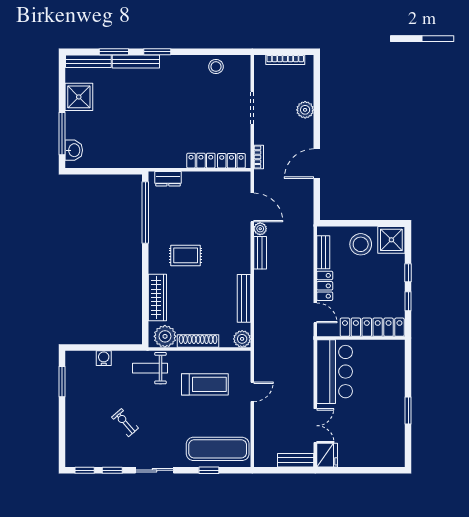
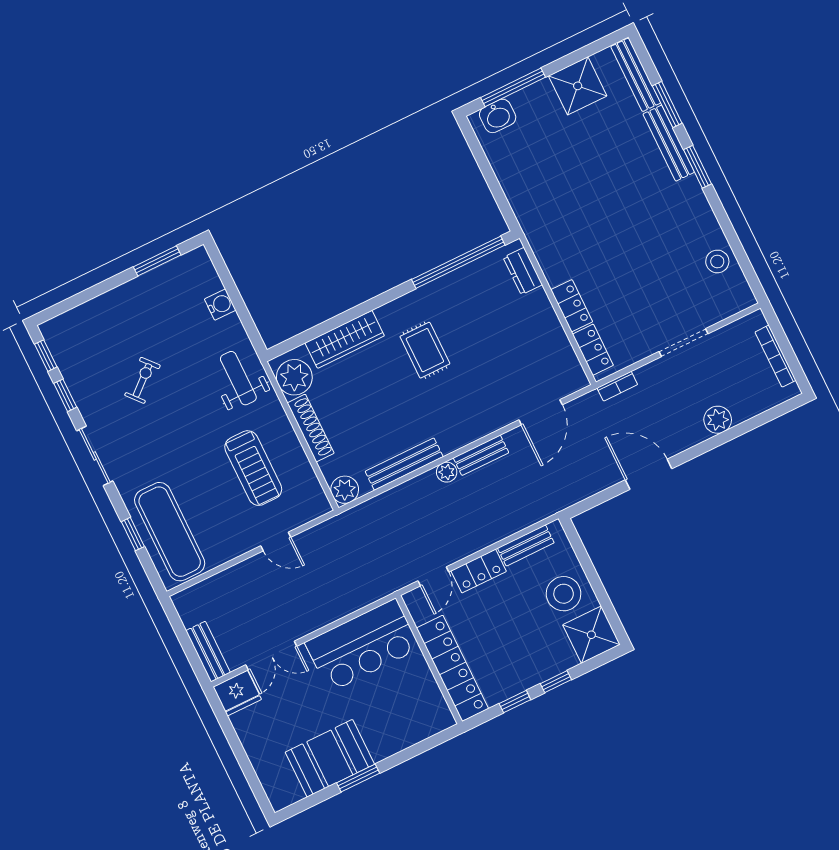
plant: (260, 229) -> (447, 472), moved
booth: (389, 421) -> (330, 758), added

